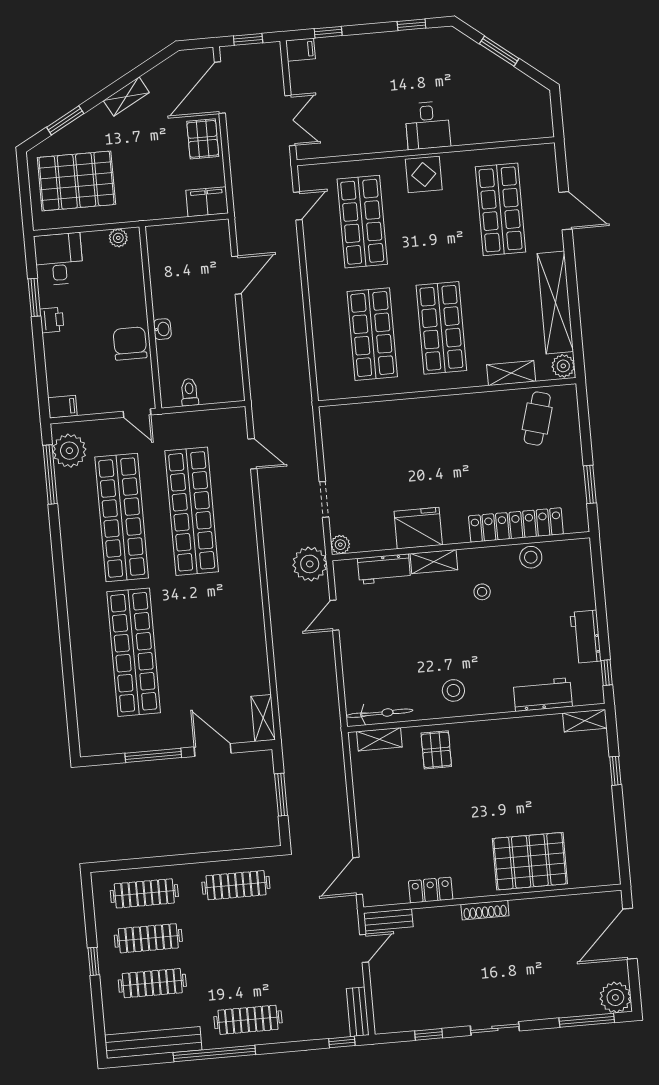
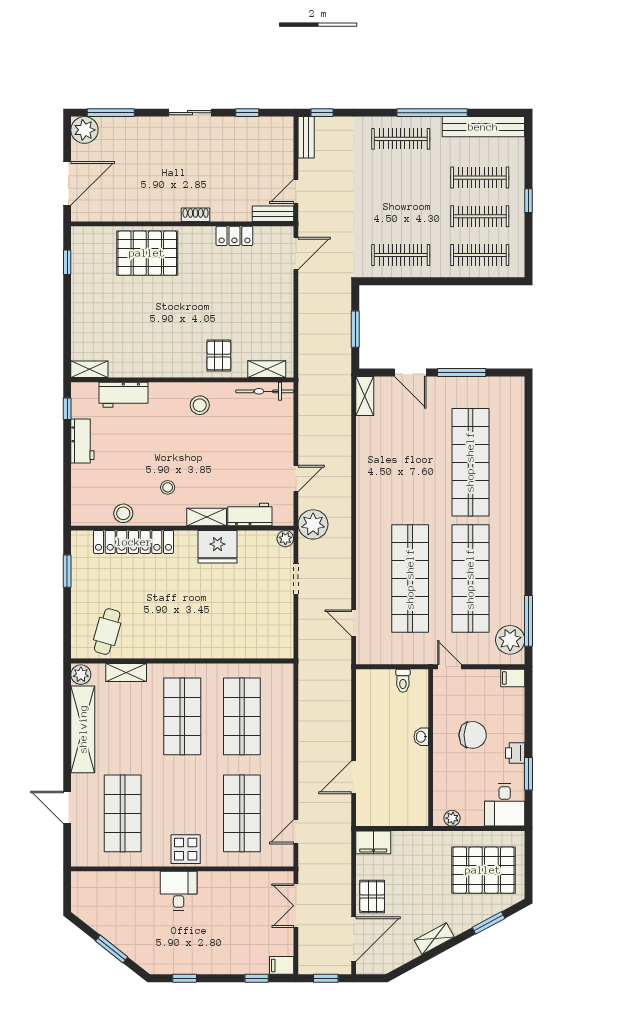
chair: (130, 344) -> (473, 735), moved, turned -88
window: (615, 771) -> (67, 262), moved
shoe rack: (485, 910) -> (195, 215), width x0.70

